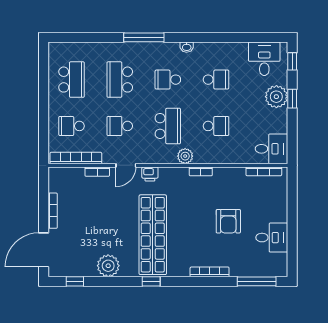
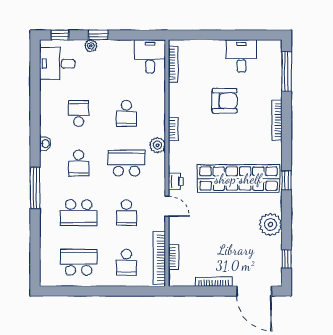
plant: (276, 97) -> (91, 46), width x0.53, depth x0.53
school desk: (216, 126) -> (126, 113), turned 180
bookcase: (97, 172) -> (173, 257), moved

